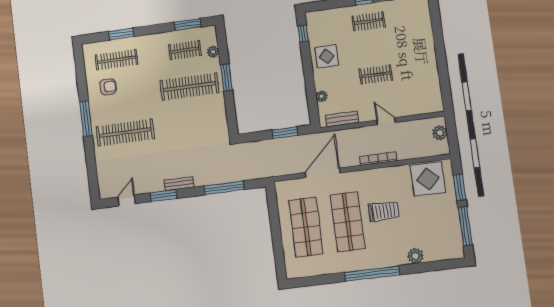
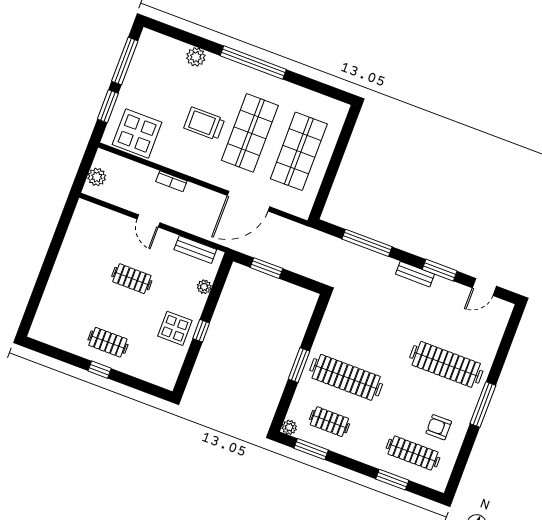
window: (303, 34) -> (201, 331), moved
plant: (213, 52) -> (289, 427), moved
bookcase: (378, 159) -> (171, 181), width x0.64

